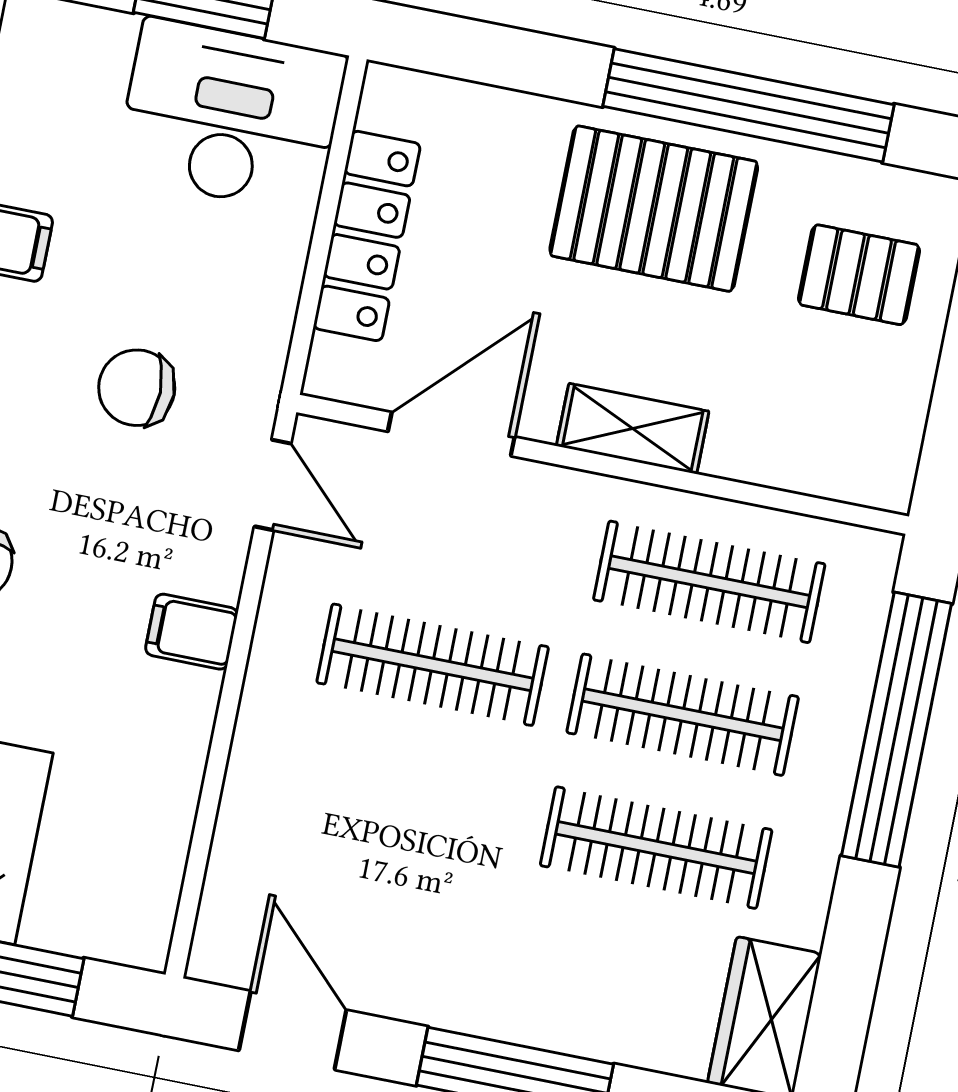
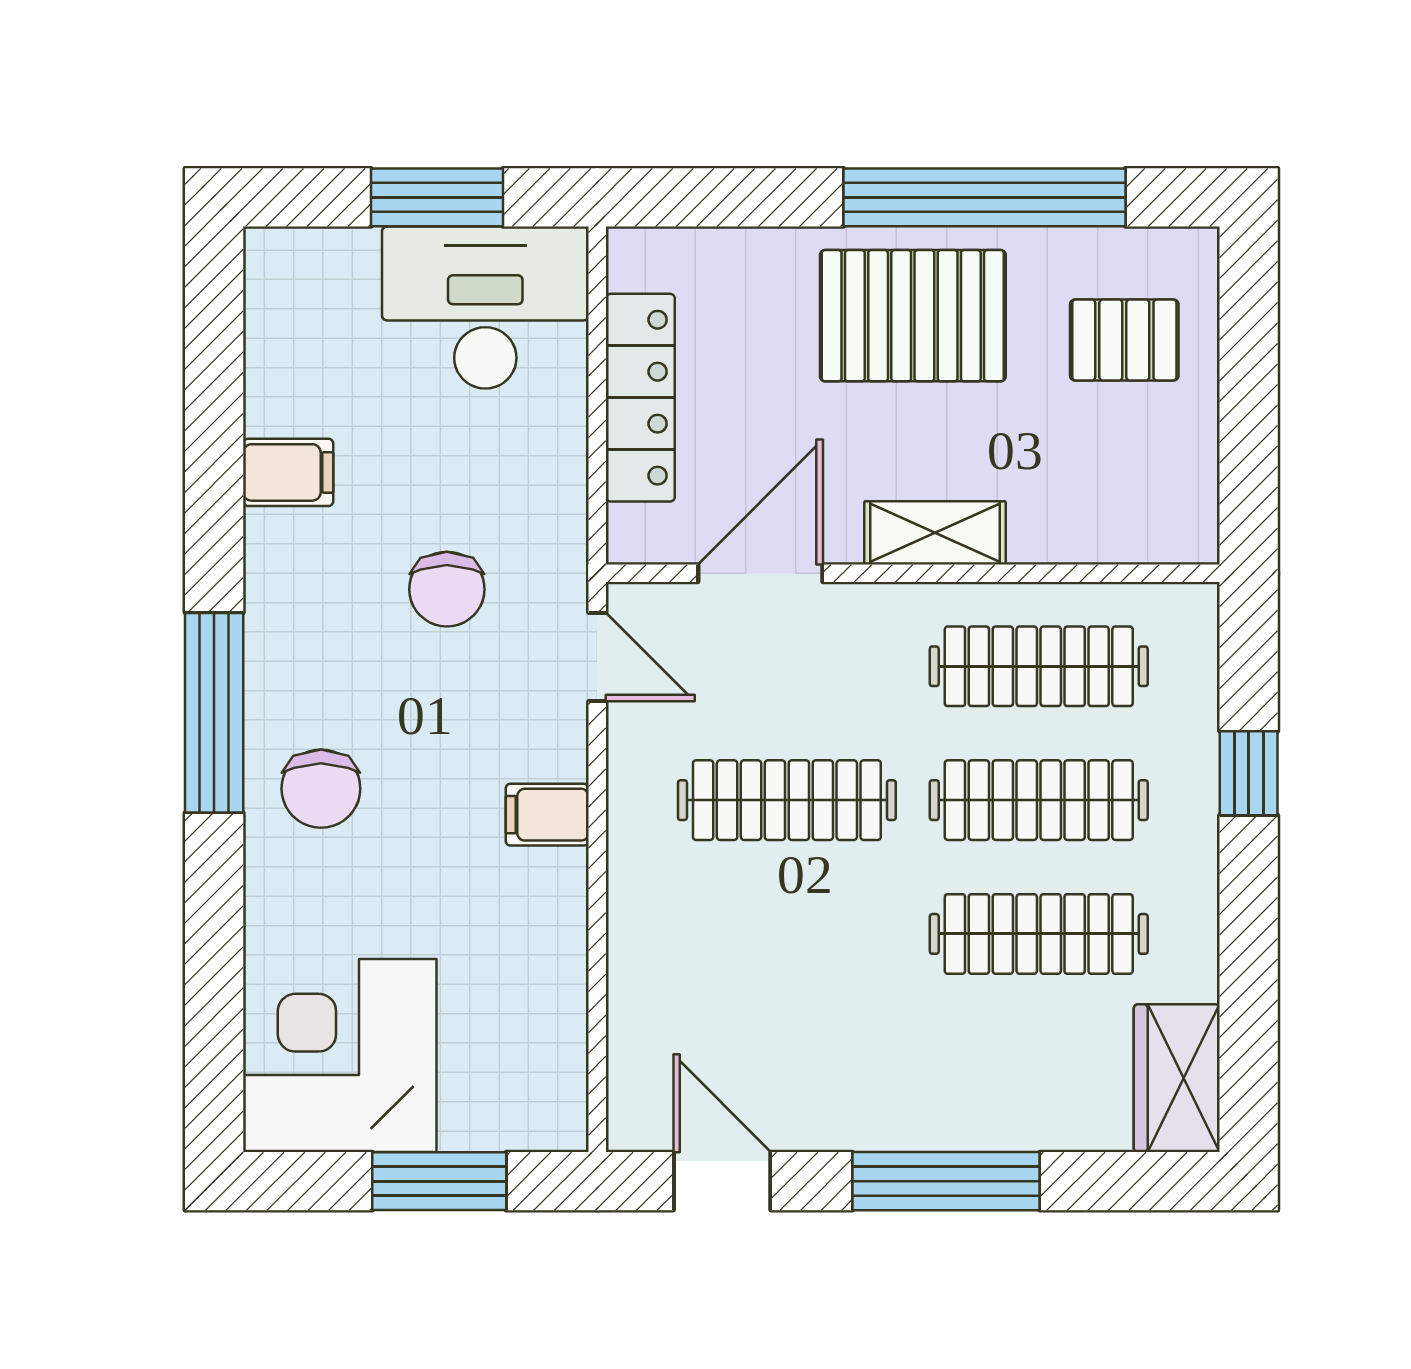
chair: (137, 388) -> (447, 589), turned -90
window: (897, 730) -> (1249, 773), width x0.32

